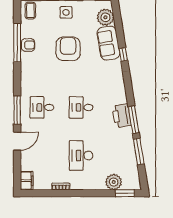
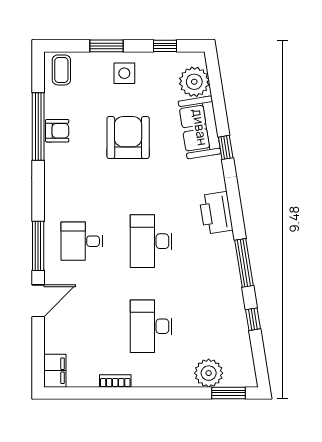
desk: (81, 107) -> (151, 241), width x1.37
printer: (122, 116) -> (216, 213), moved
window: (139, 152) -> (253, 319), width x0.46

